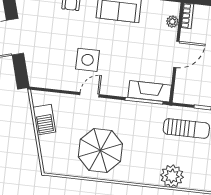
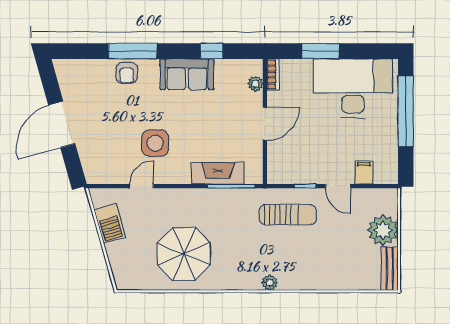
fireplace: (150, 91) -> (218, 173), moved
door: (89, 95) -> (142, 186), moved
plant: (172, 176) -> (270, 283), width x0.53, depth x0.53

